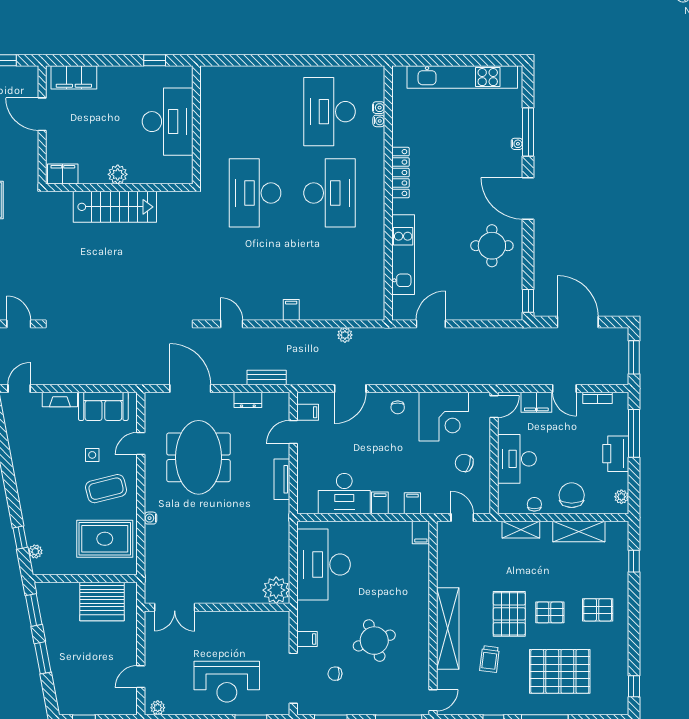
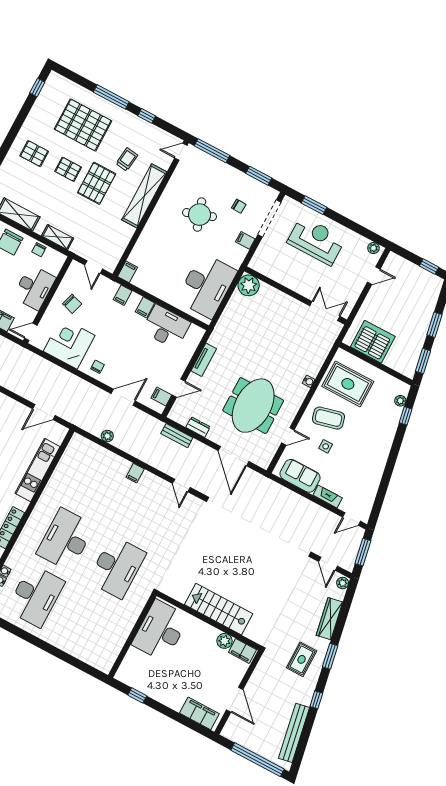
desk: (168, 122) -> (160, 631), moved
plant: (118, 174) -> (225, 641), moved

